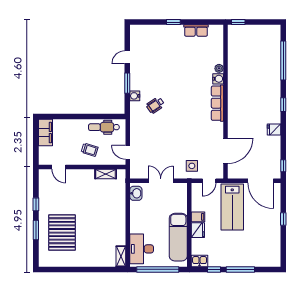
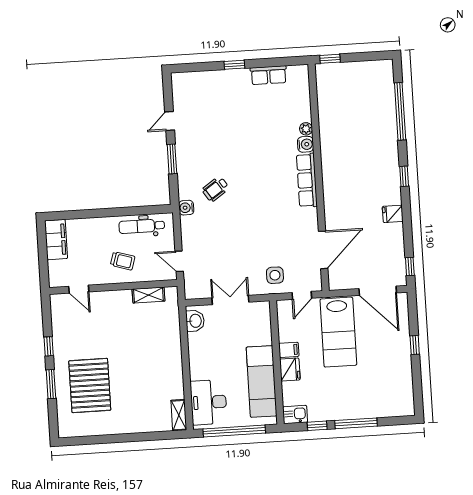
water cooler: (135, 96) -> (186, 208), moved

